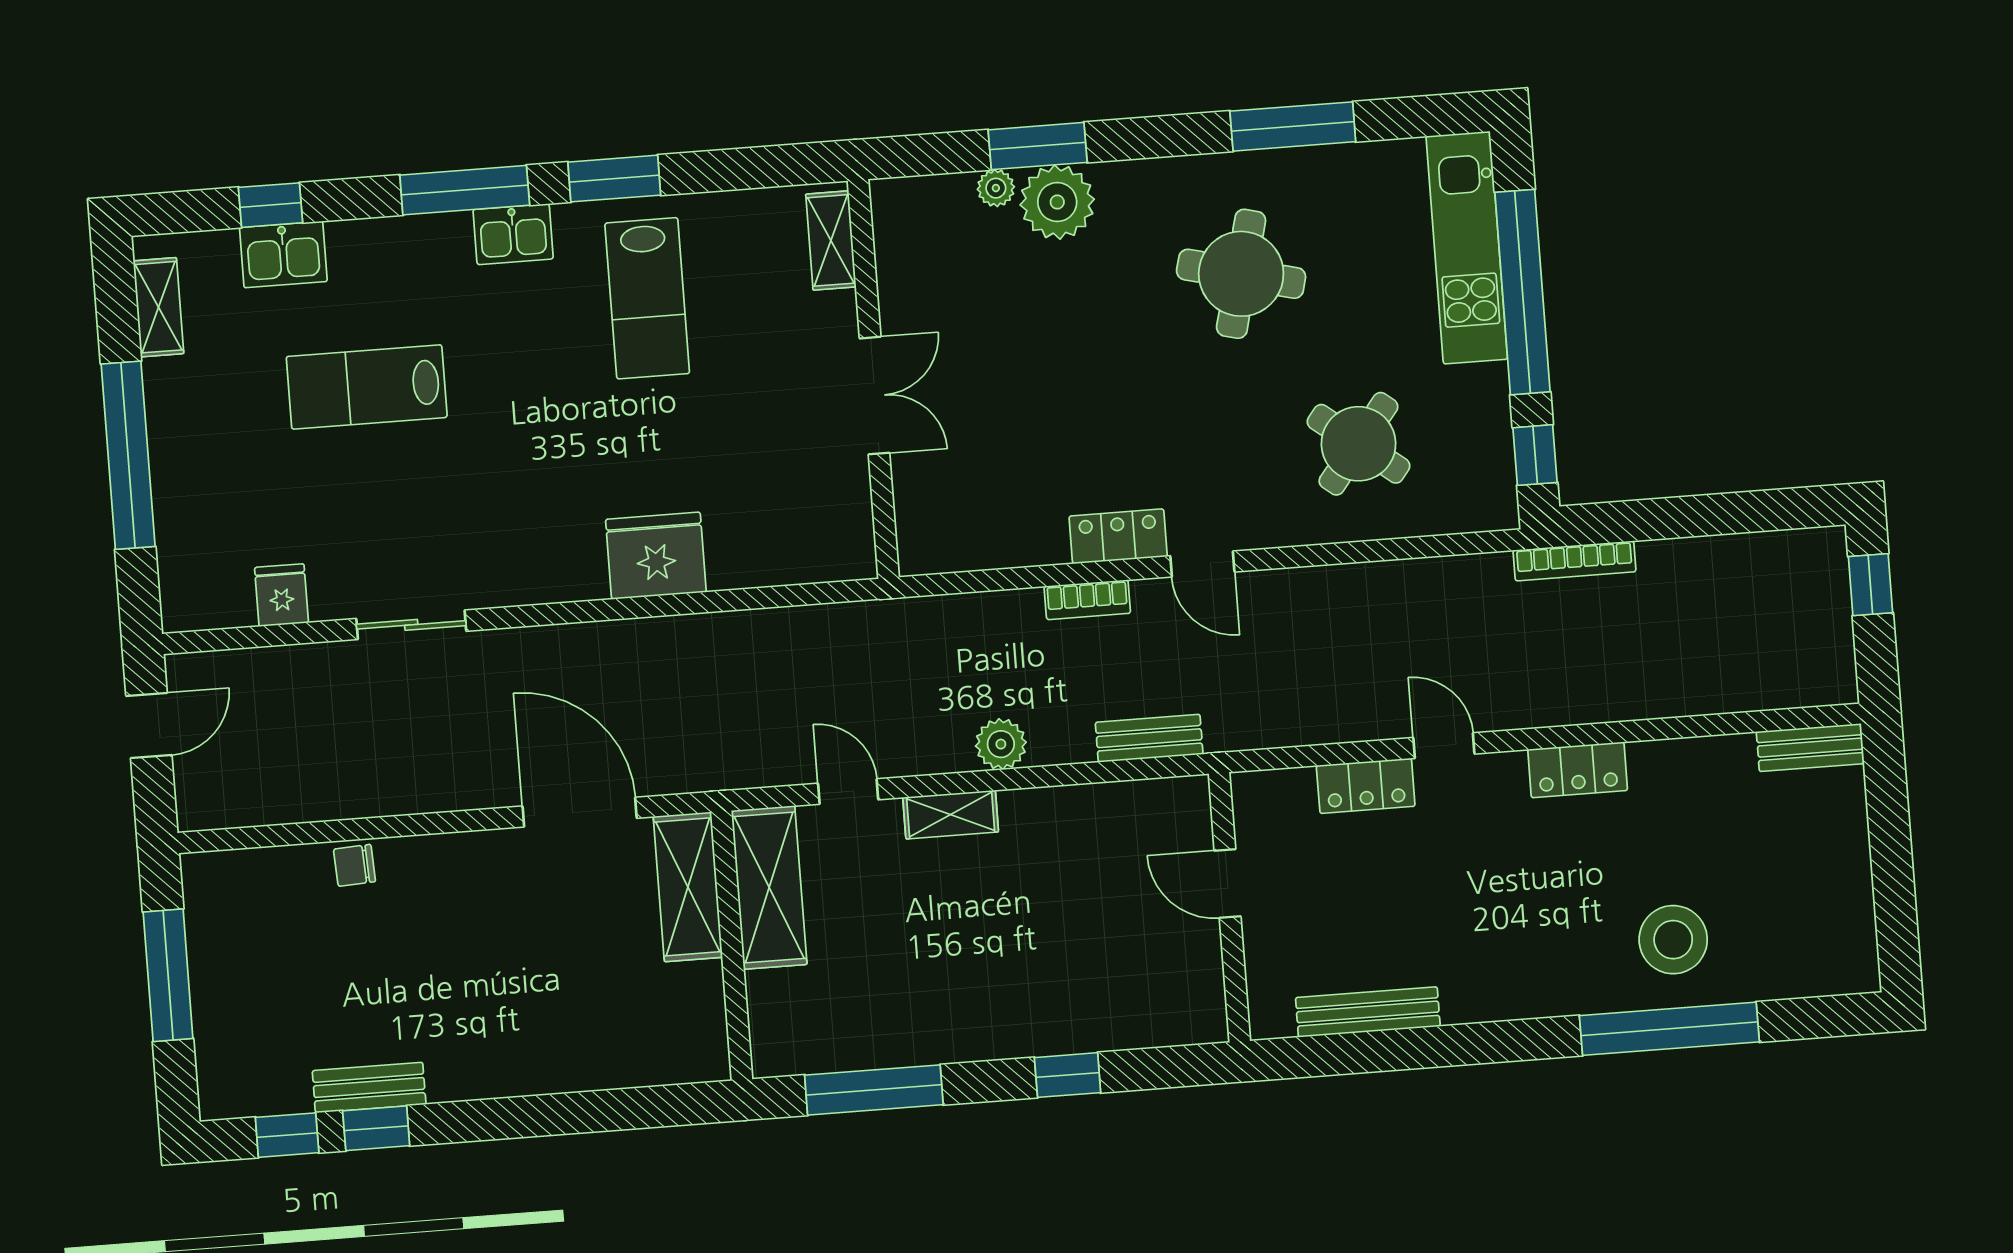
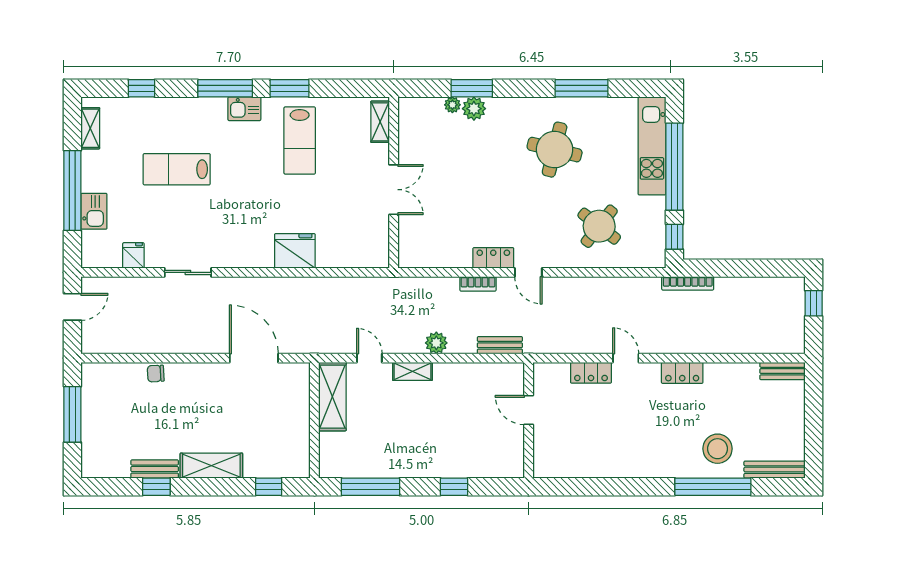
plant: (1057, 202) -> (474, 109), width x0.73, depth x0.73
kitchen sink: (283, 254) -> (94, 211), moved, turned -90
shelving: (688, 887) -> (211, 466), moved, turned 90
bench: (1368, 1012) -> (774, 470), moved
window: (287, 1135) -> (269, 487), moved

